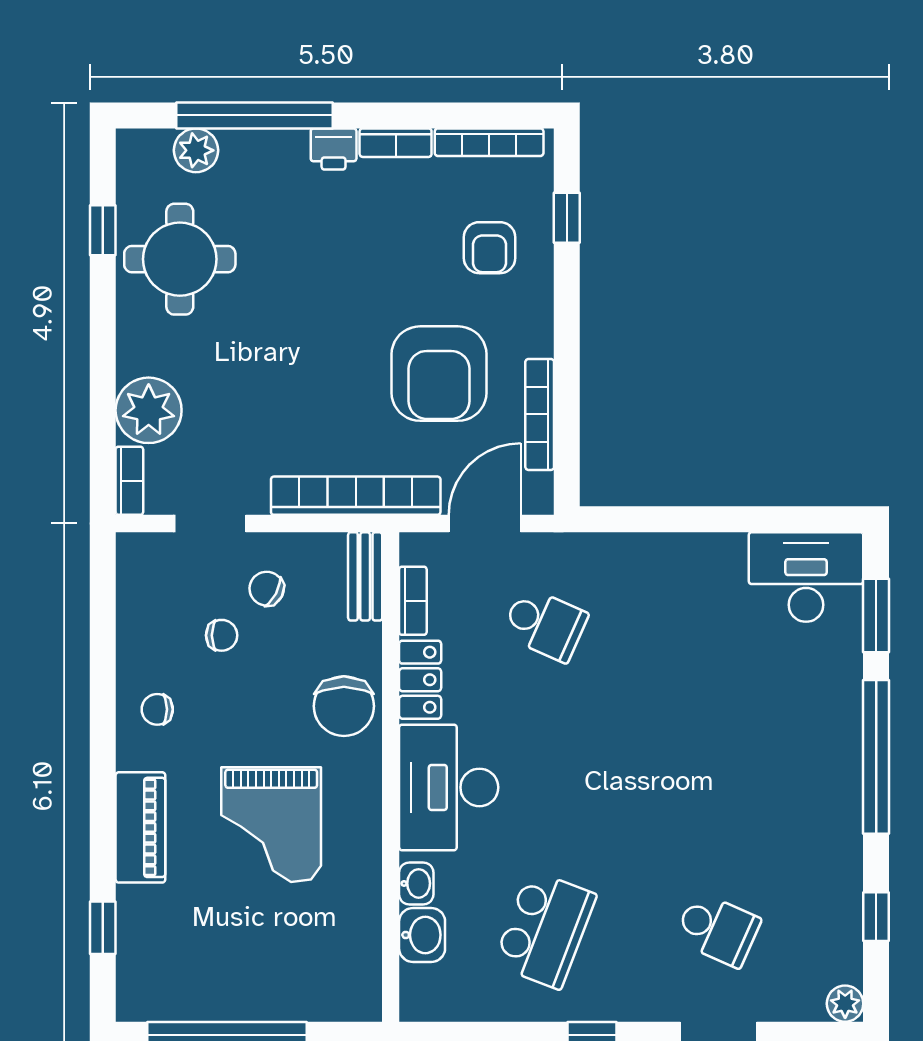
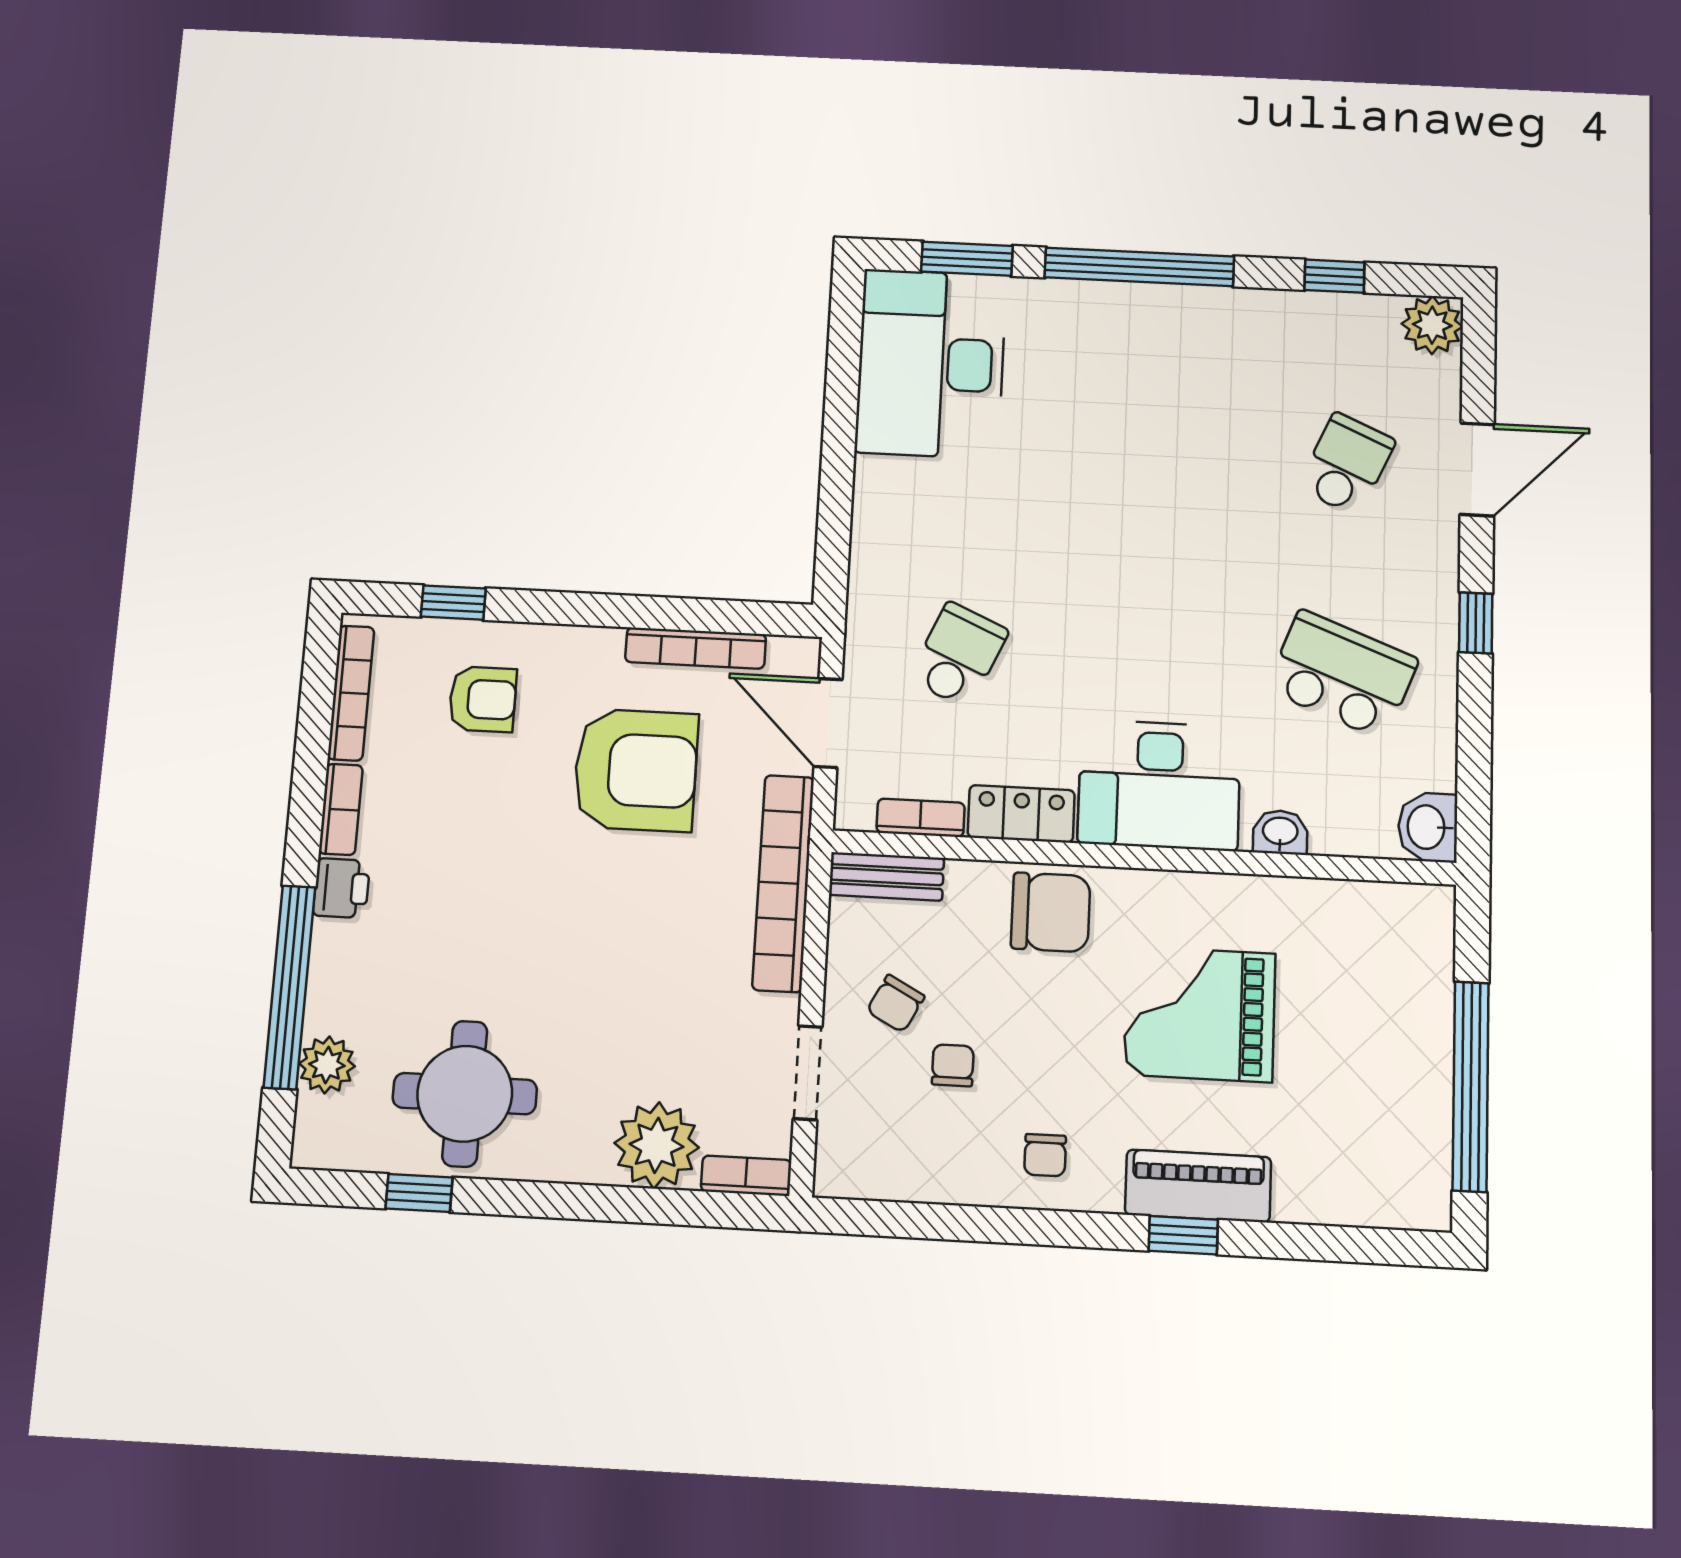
desk: (806, 577) -> (931, 364), width x1.36, depth x1.30
grand piano: (271, 825) -> (1200, 1014), turned 180
window: (103, 928) -> (1183, 1235), moved
washbasin: (422, 935) -> (1428, 827), moved, turned -90
plant: (845, 1004) -> (1432, 325), width x1.38, depth x1.38

